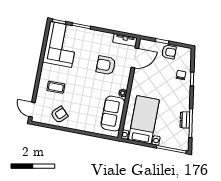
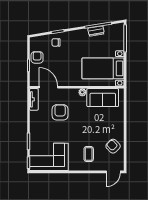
armchair: (106, 65) -> (60, 112), turned 180

